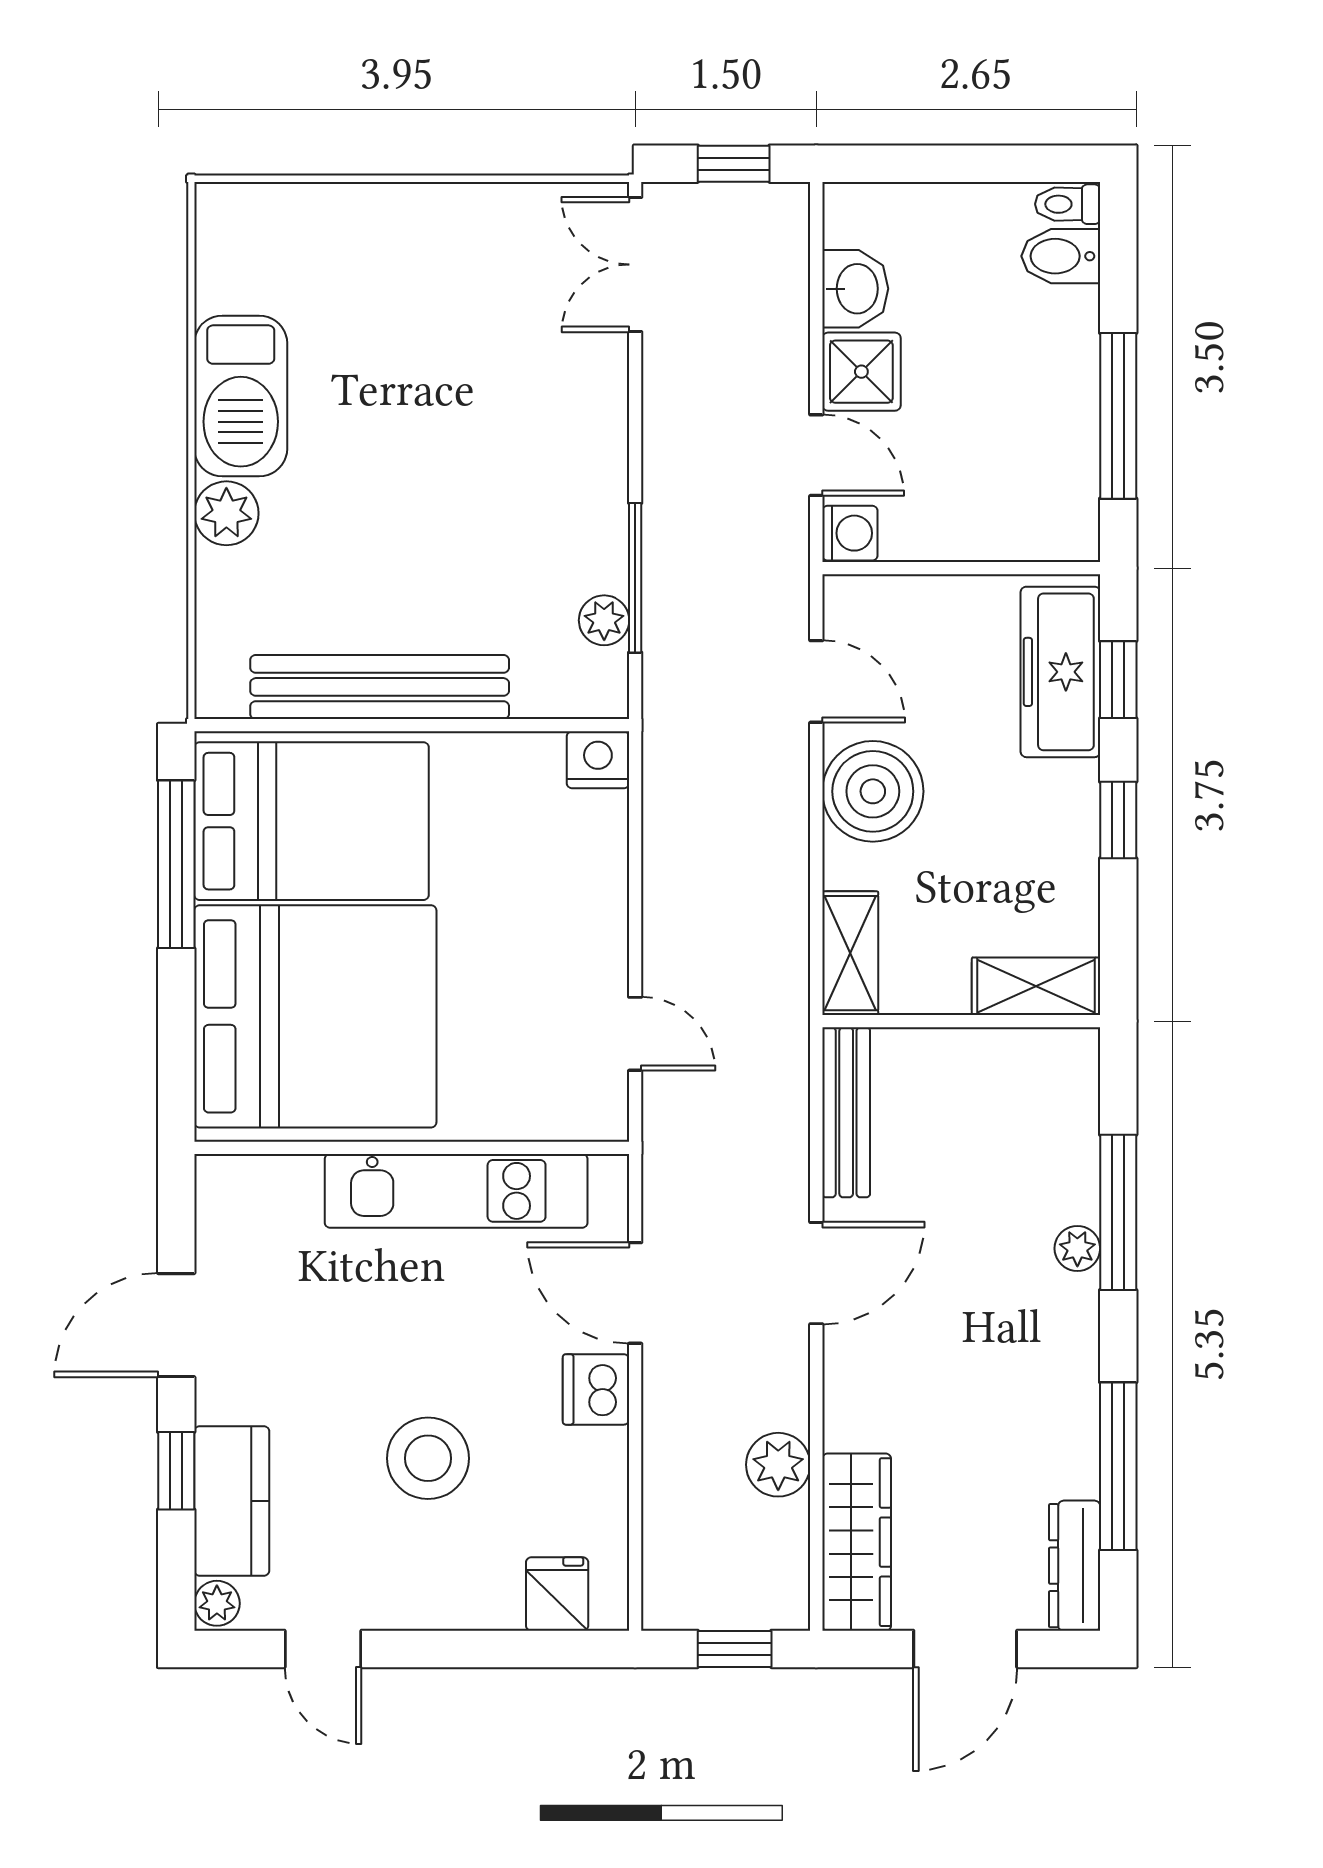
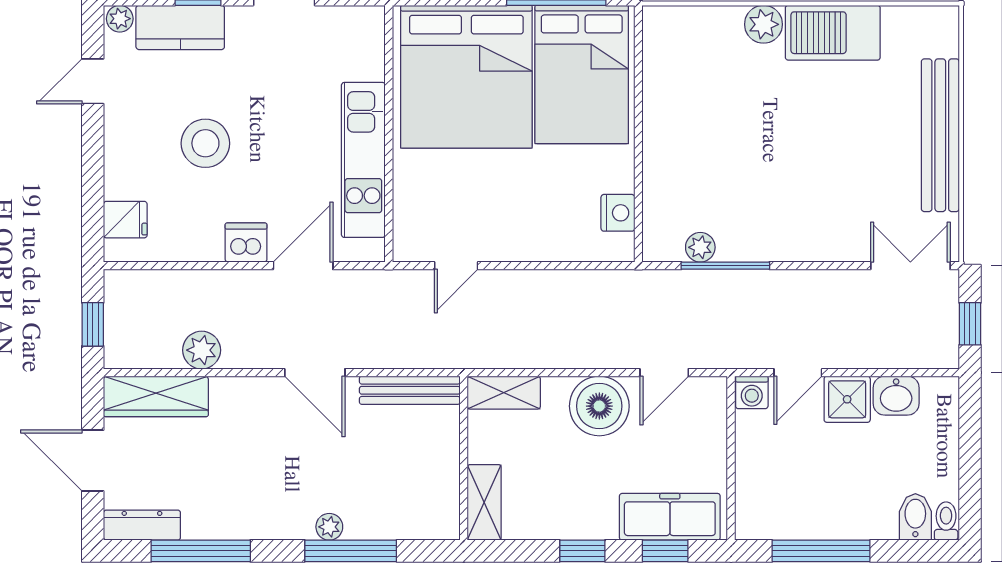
bench: (380, 687) -> (940, 135), moved
nightstand: (598, 760) -> (618, 213), moved

